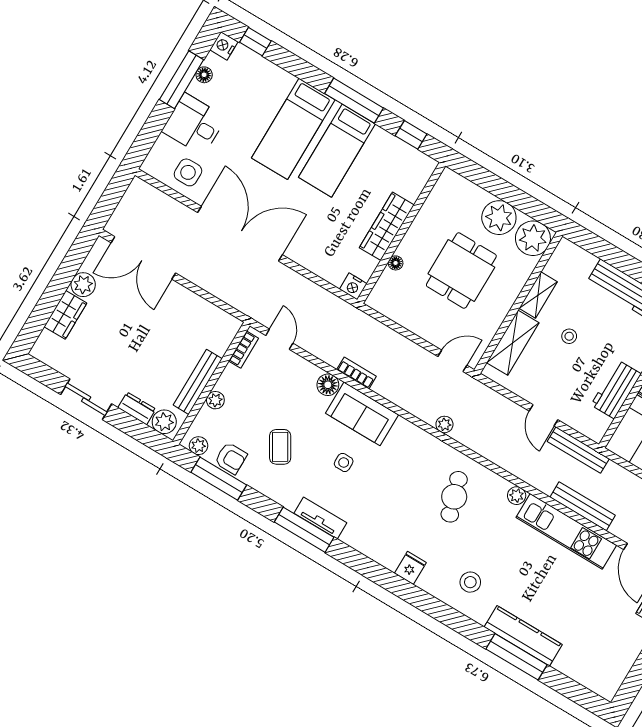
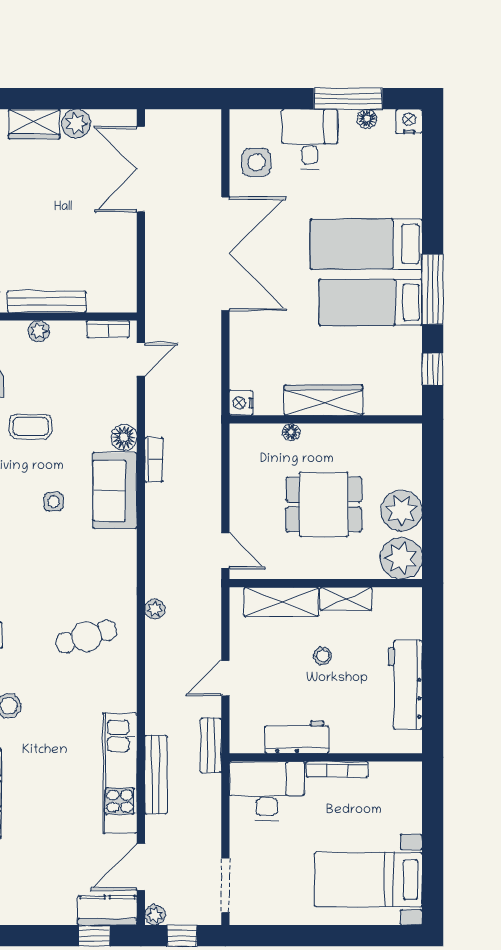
window: (255, 42) -> (433, 151), removed
plant: (444, 424) -> (155, 609), moved
coffee table: (280, 447) -> (30, 427), turned 31
bench: (578, 450) -> (211, 745), width x0.73
plant: (517, 496) -> (126, 700), removed

